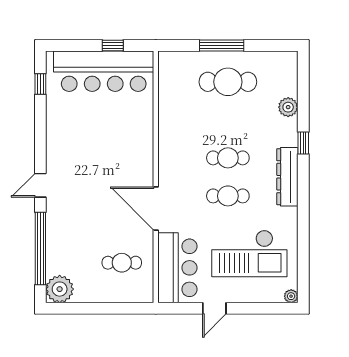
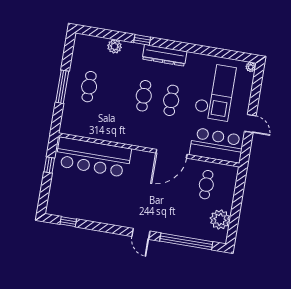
bar counter: (104, 71) -> (93, 157), moved, turned 90
cafe table: (228, 82) -> (89, 87), width x0.73, depth x0.74
plant: (60, 289) -> (220, 219), moved

